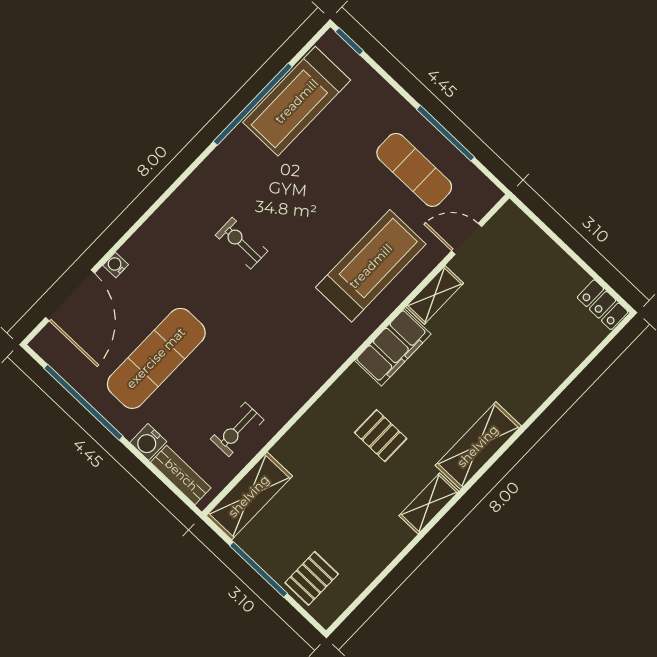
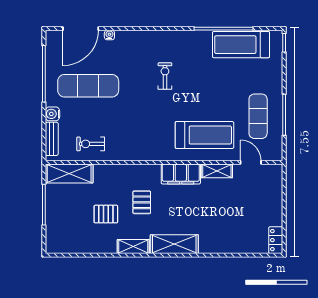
pallet: (312, 578) -> (106, 214), moved

